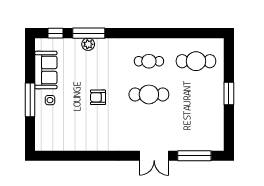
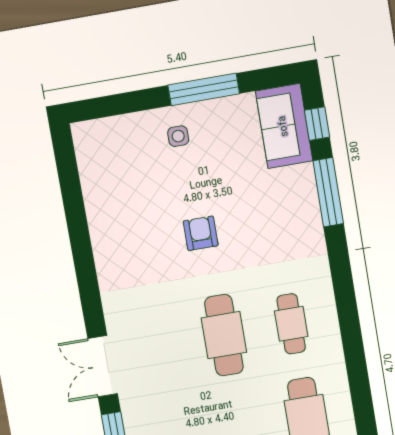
plant: (88, 44) -> (305, 195), removed
sofa: (46, 70) -> (284, 126), moved, turned 90
window: (30, 100) -> (204, 89), moved

